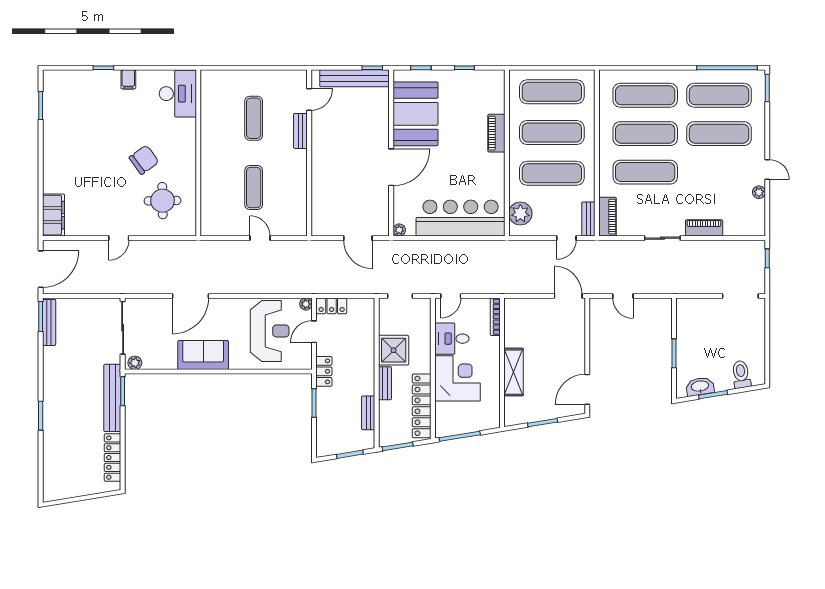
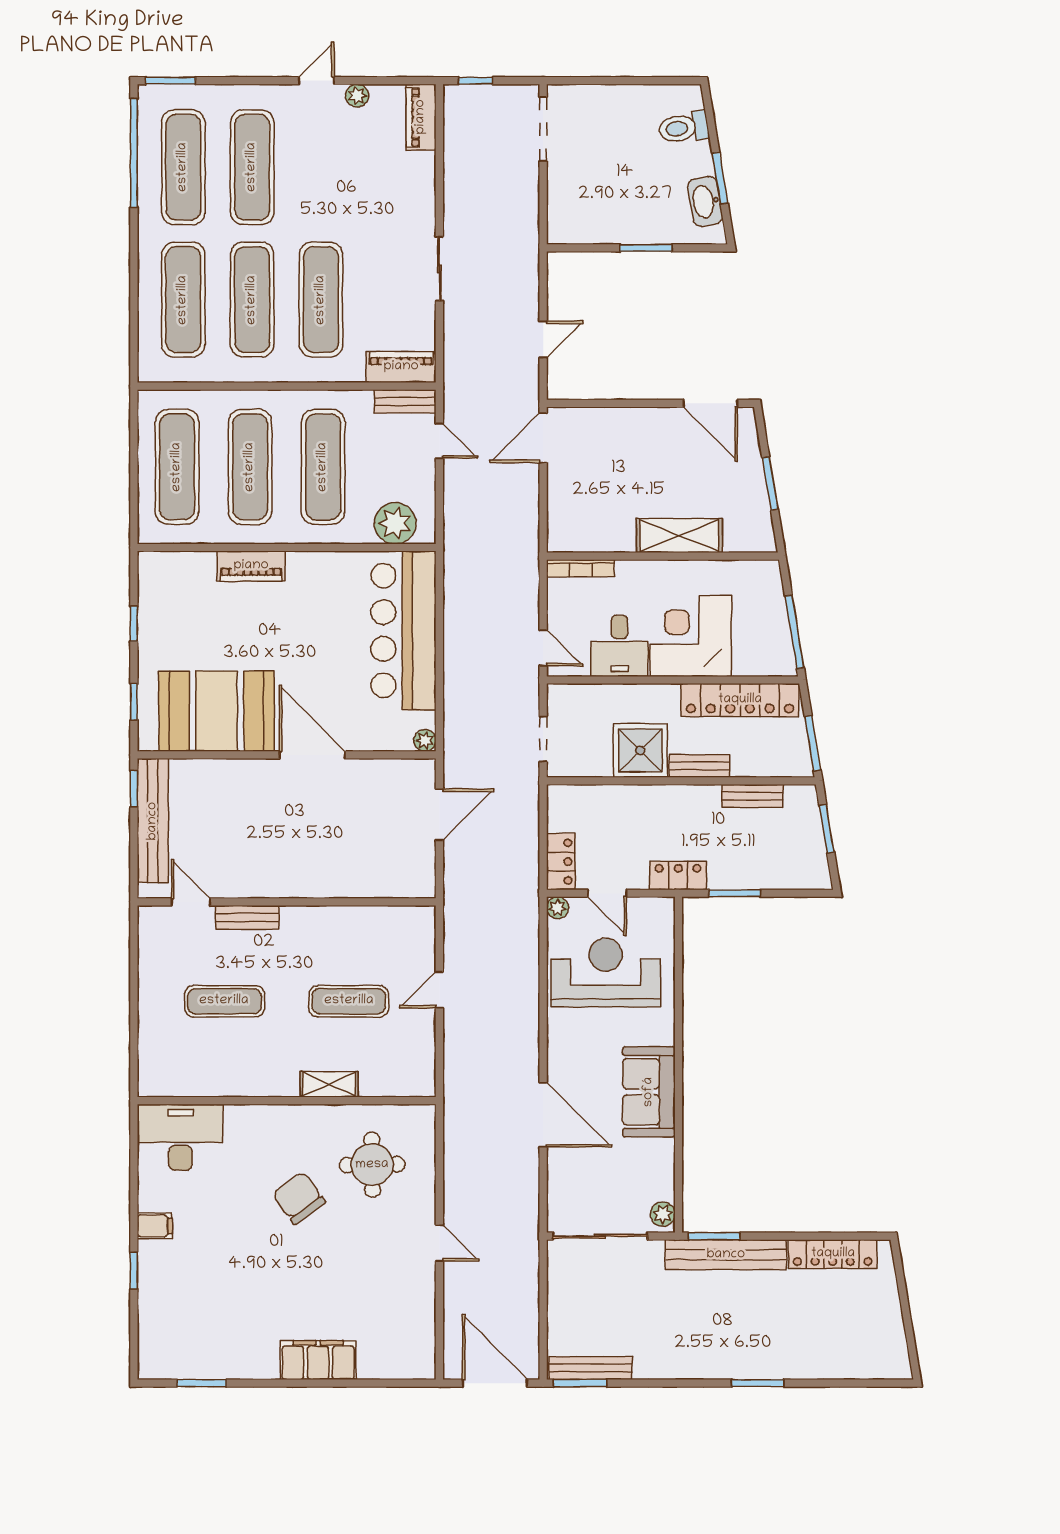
shelving: (207, 177) -> (329, 1084), added
filing cabinet: (54, 215) -> (318, 1360), moved
piano: (704, 228) -> (421, 117), moved

